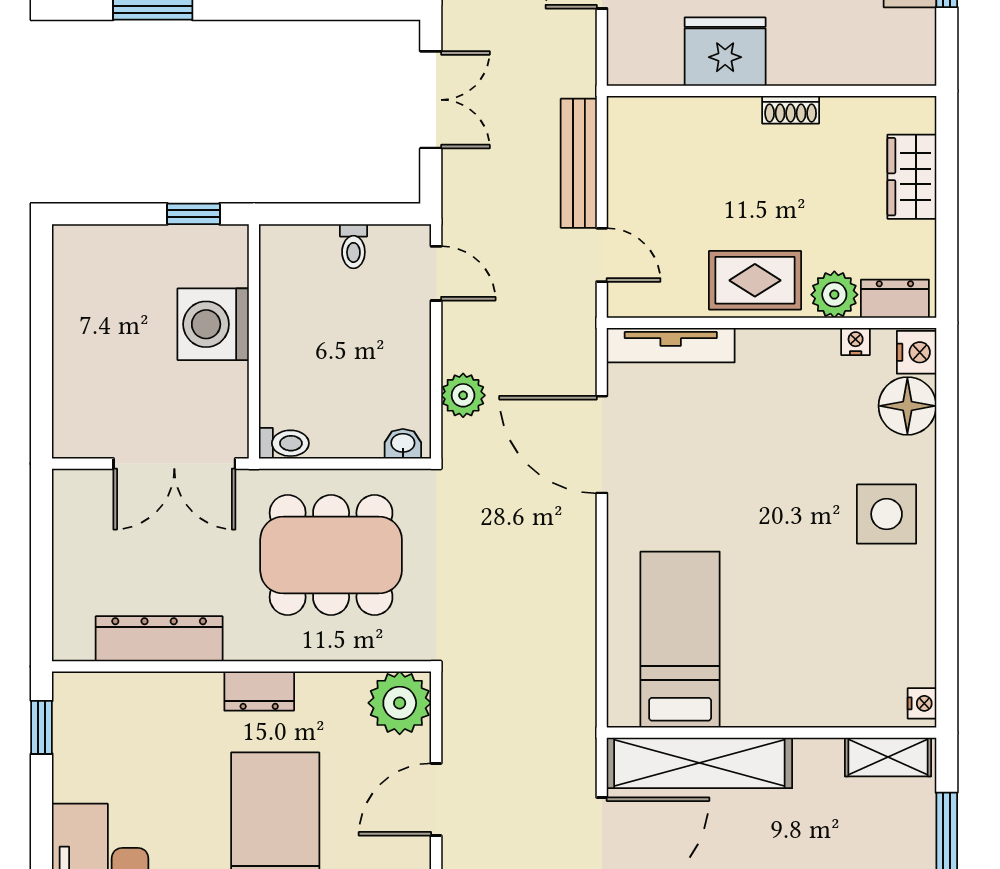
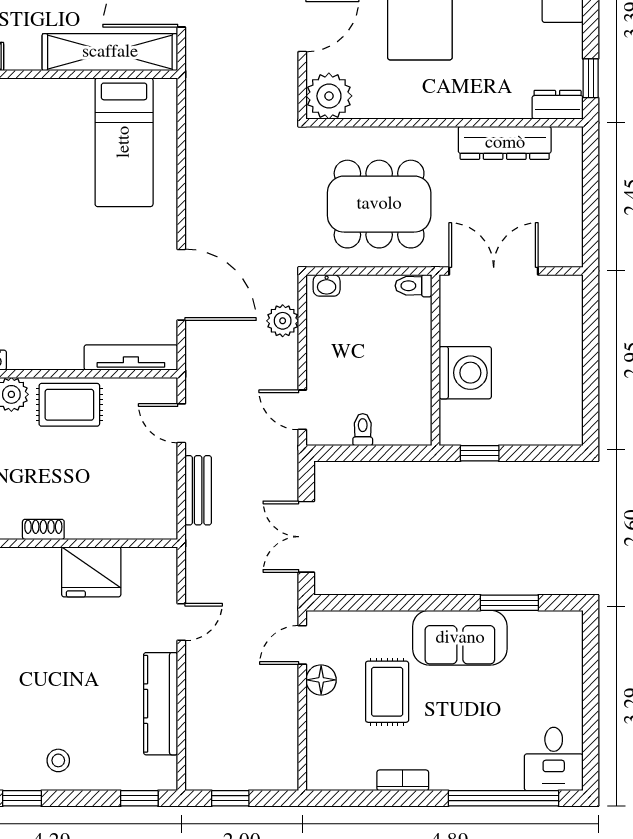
bench: (579, 163) -> (198, 490), width x0.73
dresser: (259, 691) -> (558, 105), moved

